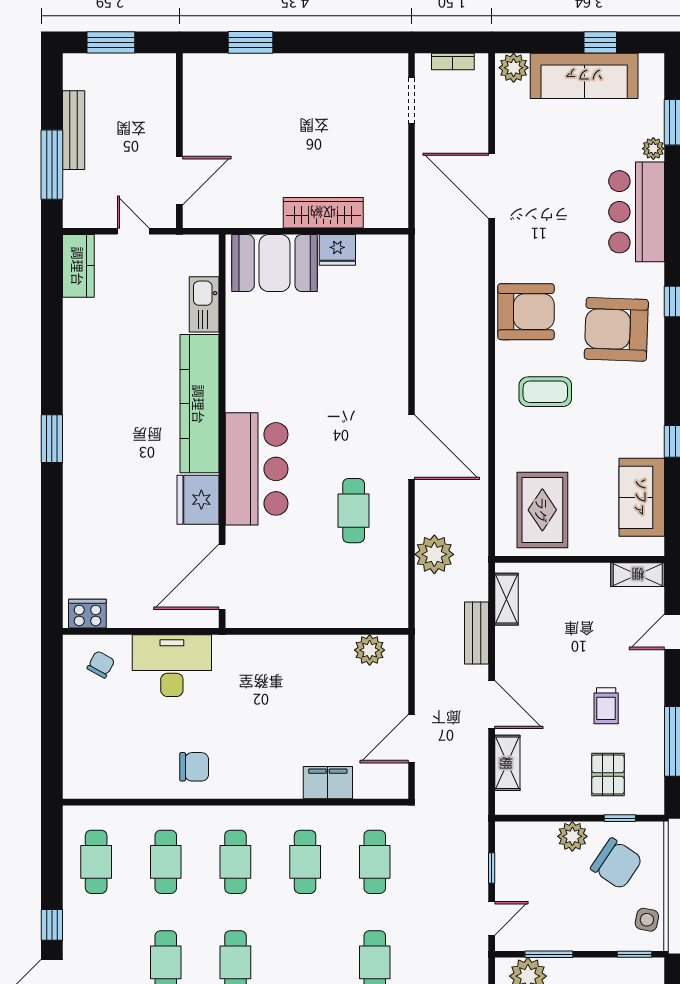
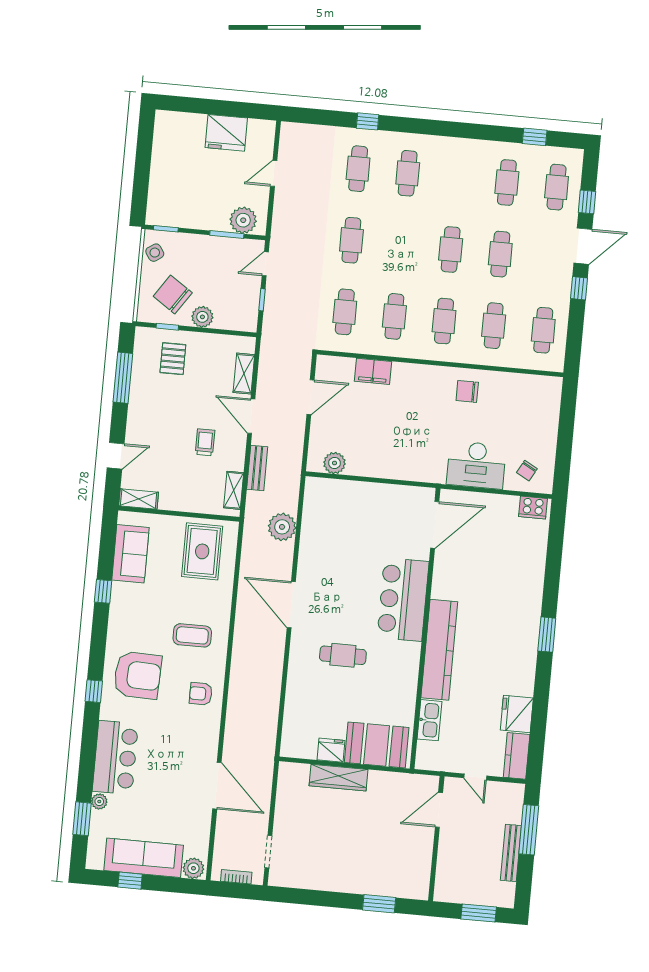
armchair: (526, 312) -> (201, 694), width x0.53, depth x0.53
fridge: (198, 500) -> (517, 714), moved, turned 180
cafe table: (354, 511) -> (343, 655), moved, turned 90
trolley: (606, 706) -> (205, 442), moved
side table: (647, 920) -> (155, 253), turned 45

